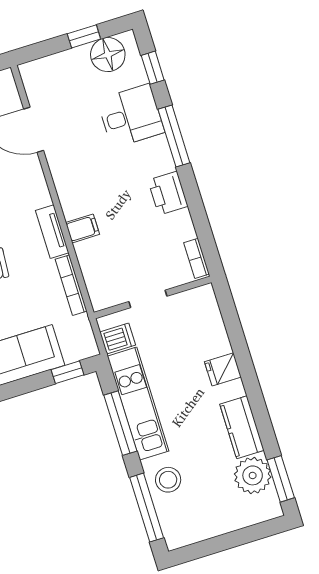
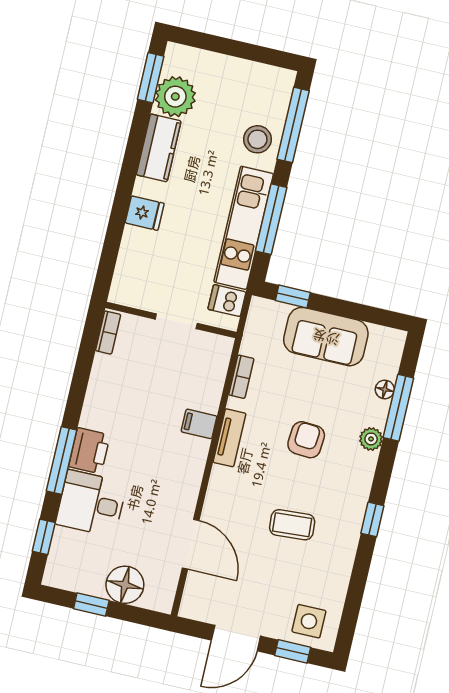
floor lamp: (108, 55) -> (125, 585), moved
printer: (168, 193) -> (89, 451), moved
bookcase: (71, 285) -> (241, 377), width x0.64

